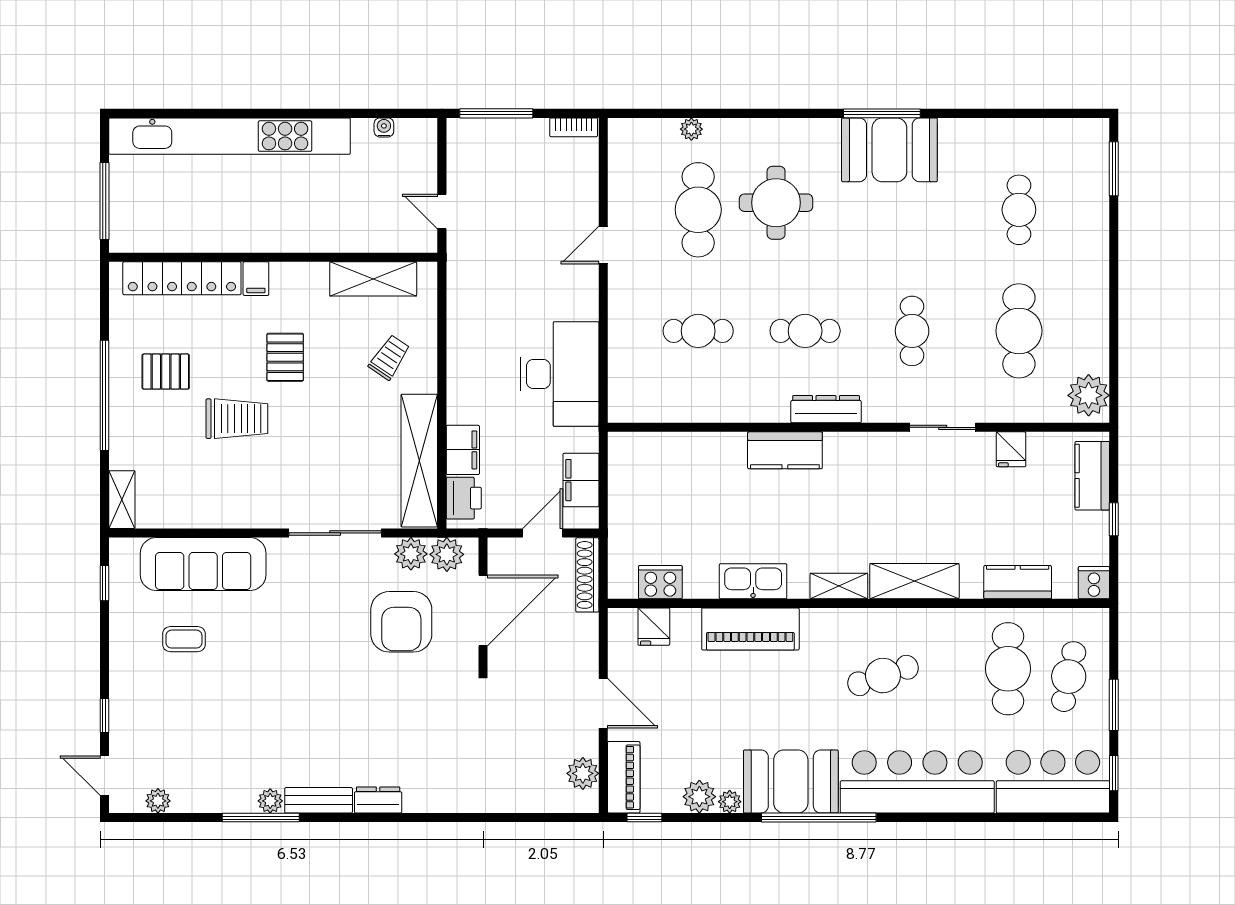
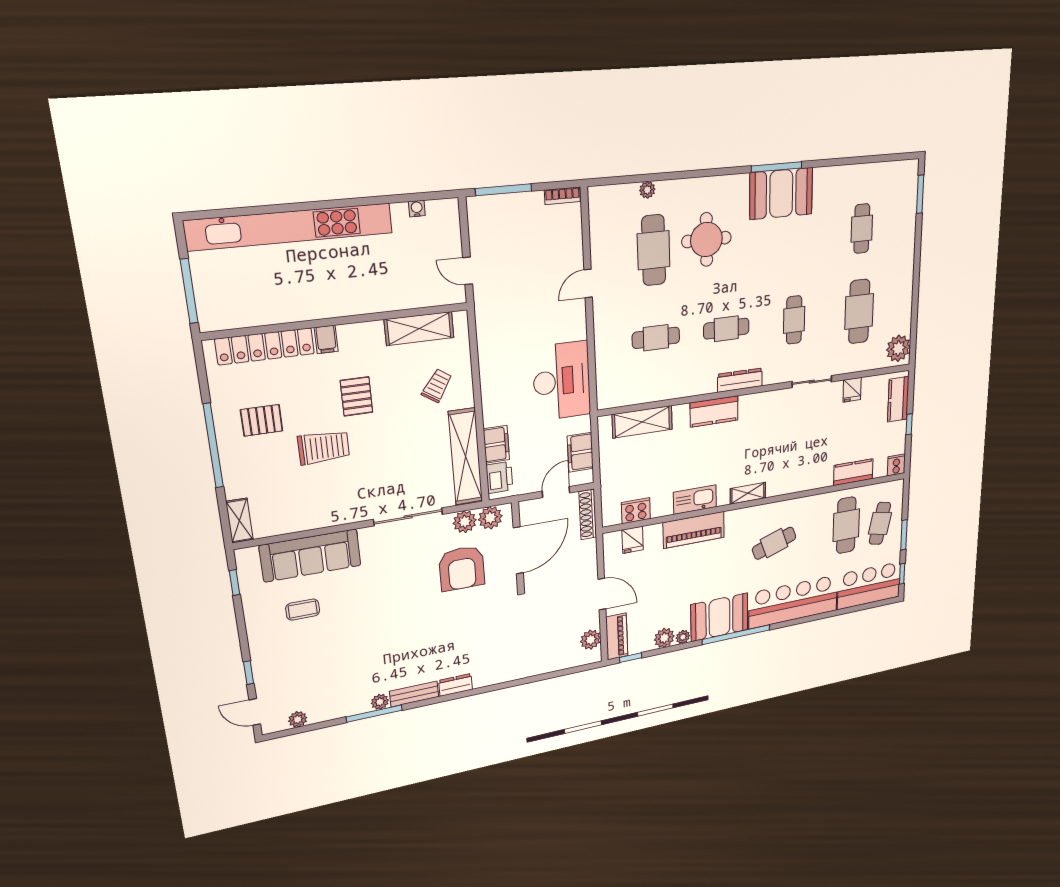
shelving: (914, 581) -> (642, 422), moved

